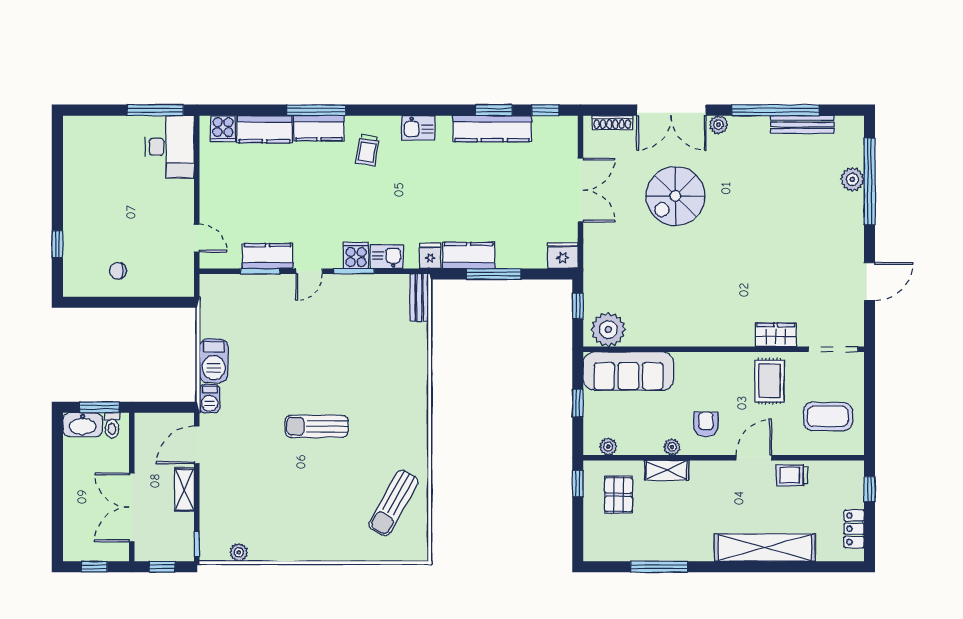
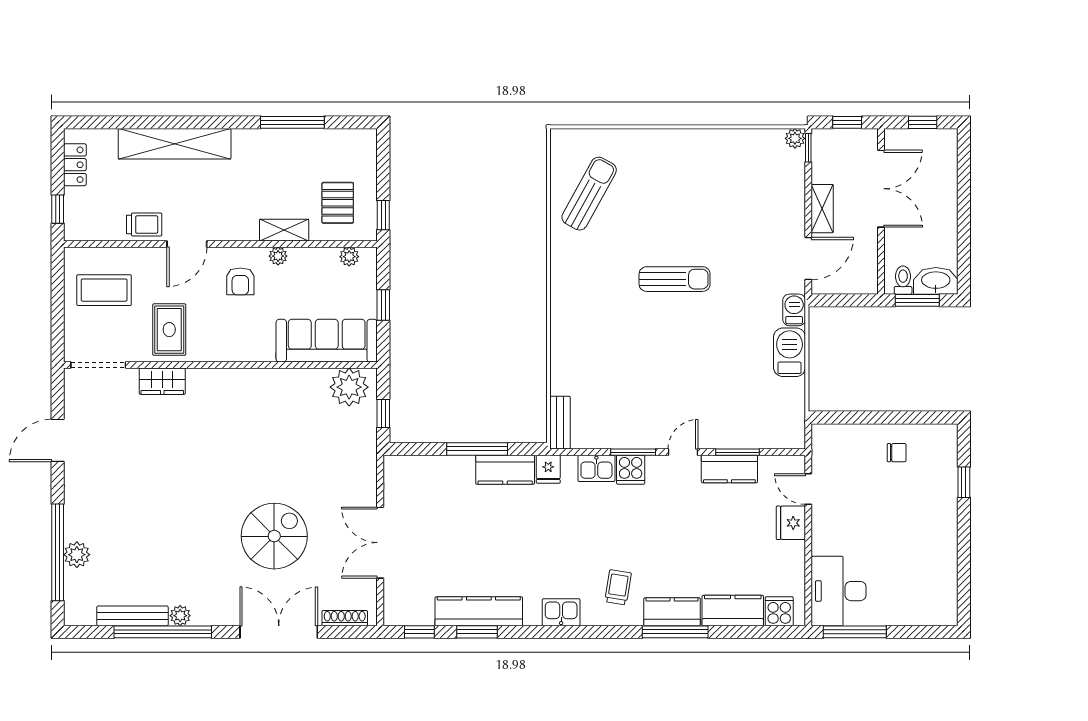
plant: (718, 125) -> (180, 616), moved
fridge: (563, 256) -> (791, 523), moved, turned 90
plant: (239, 552) -> (795, 138), moved

